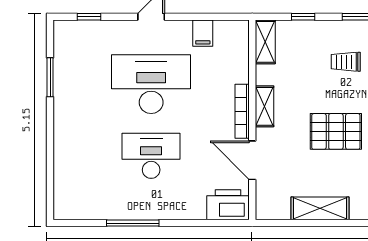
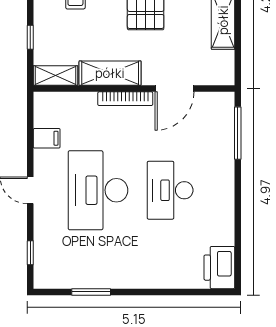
shelving: (264, 106) -> (110, 73), width x1.50, depth x1.33
printer: (228, 205) -> (219, 268), moved
window: (133, 223) -> (238, 133), moved

